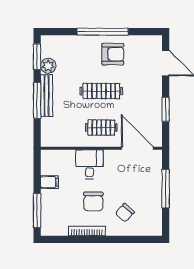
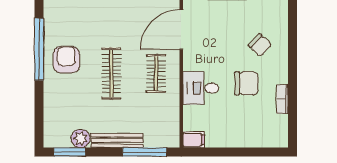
window: (103, 32) -> (39, 49), moved
window: (37, 100) -> (145, 152), moved
filing cabinet: (49, 182) -> (194, 140), moved, turned 90
window: (37, 211) -> (257, 152), removed
bookcase: (87, 231) -> (282, 99), width x0.64

